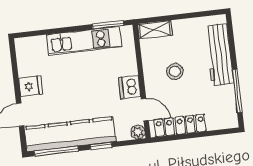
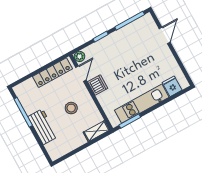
workbench: (219, 55) -> (43, 127), width x0.73
fridge: (30, 86) -> (172, 86), moved, turned 90
door: (145, 110) -> (81, 74), swing flipped
kitchen counter: (70, 134) -> (125, 36), removed

